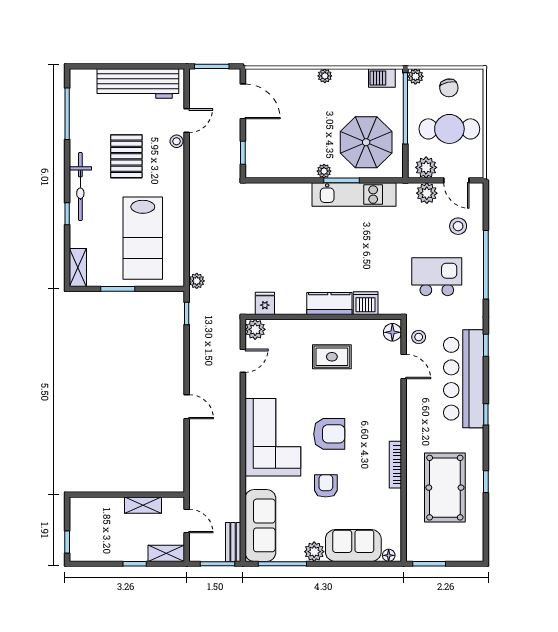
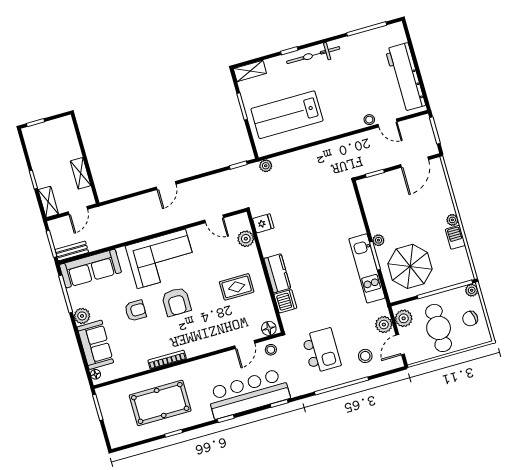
barbecue: (382, 78) -> (455, 237), moved
pallet: (126, 156) -> (347, 84), removed
plant: (255, 329) -> (246, 239), moved
rug: (332, 357) -> (237, 287), turned 90

